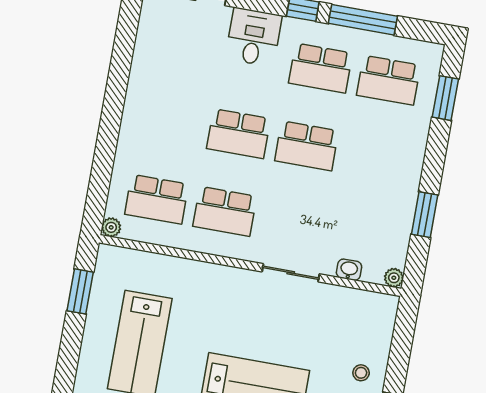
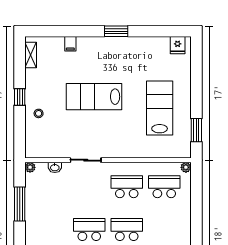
window: (425, 215) -> (20, 204), width x1.44

